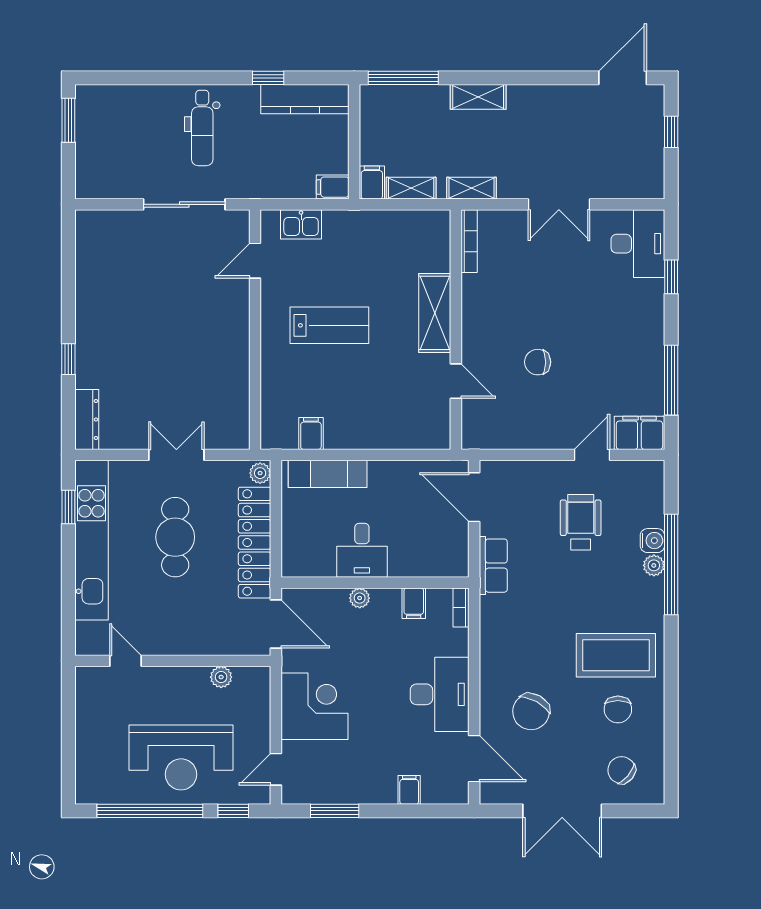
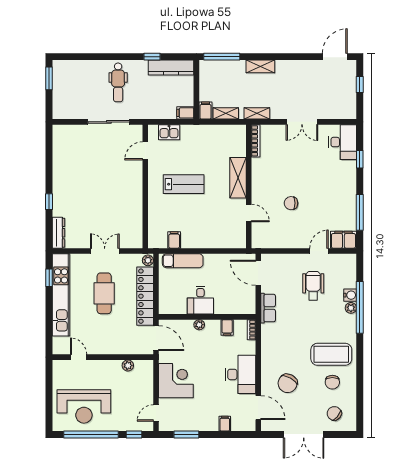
reception desk: (181, 757) -> (84, 406), moved

